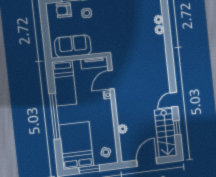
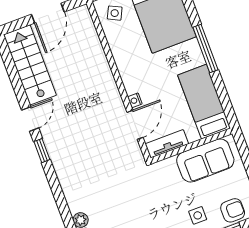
window: (55, 116) -> (205, 48), width x0.68
window: (177, 128) -> (42, 151), moved
plant: (123, 129) -> (98, 55), removed

